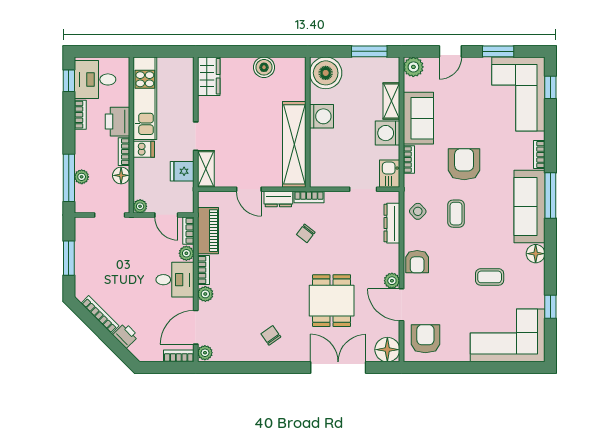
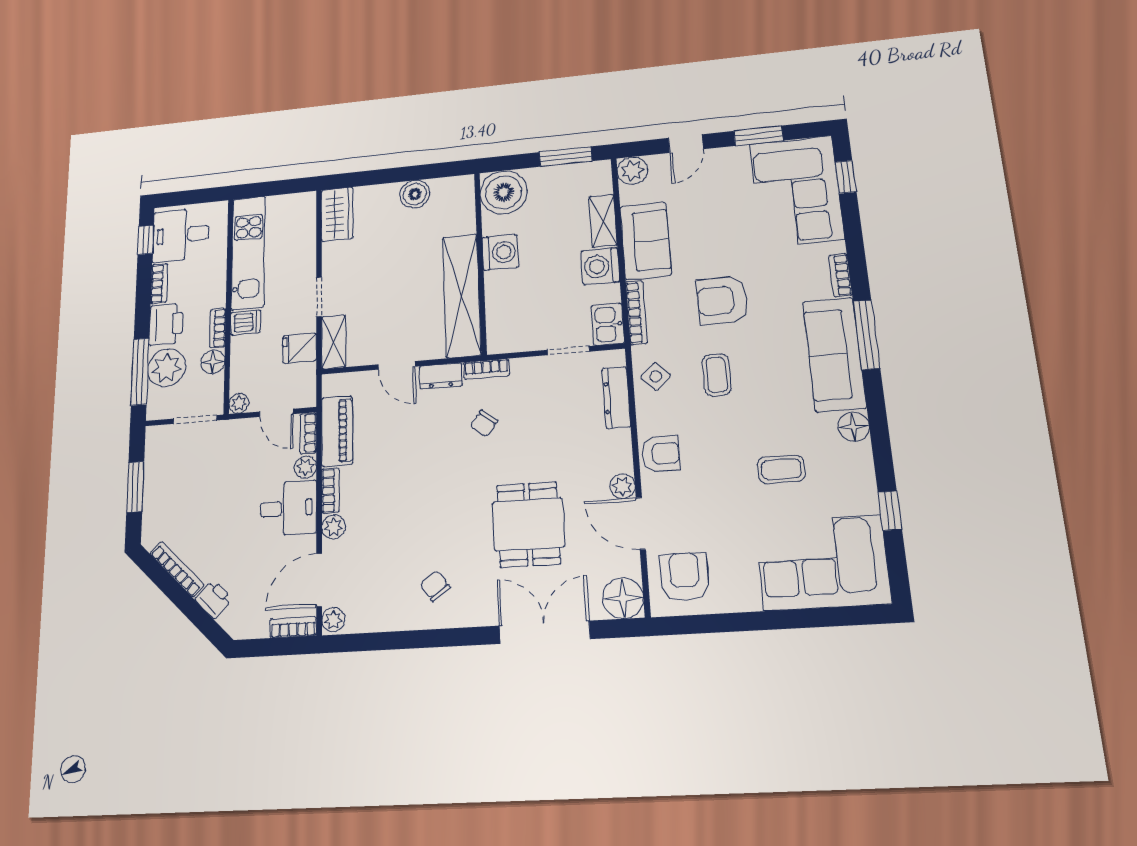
printer: (117, 122) -> (166, 324), moved, turned 180
bookcase: (409, 160) -> (637, 312), width x1.56
armchair: (464, 164) -> (722, 300), turned -90
plant: (82, 177) -> (166, 368), width x1.88, depth x1.88
armchair: (417, 262) -> (661, 454), turned -90

